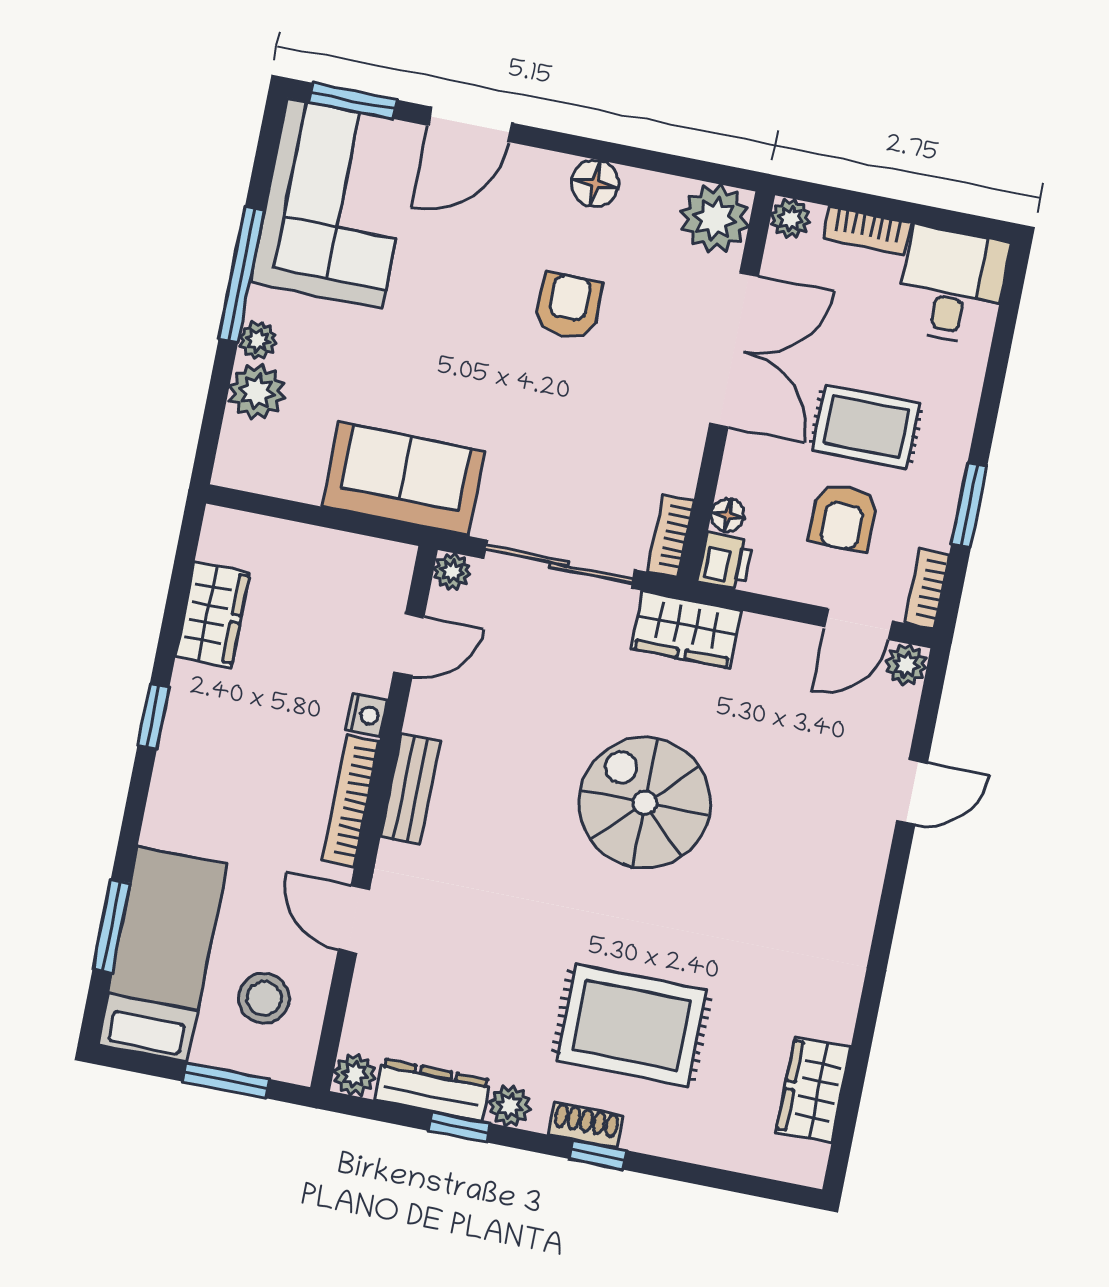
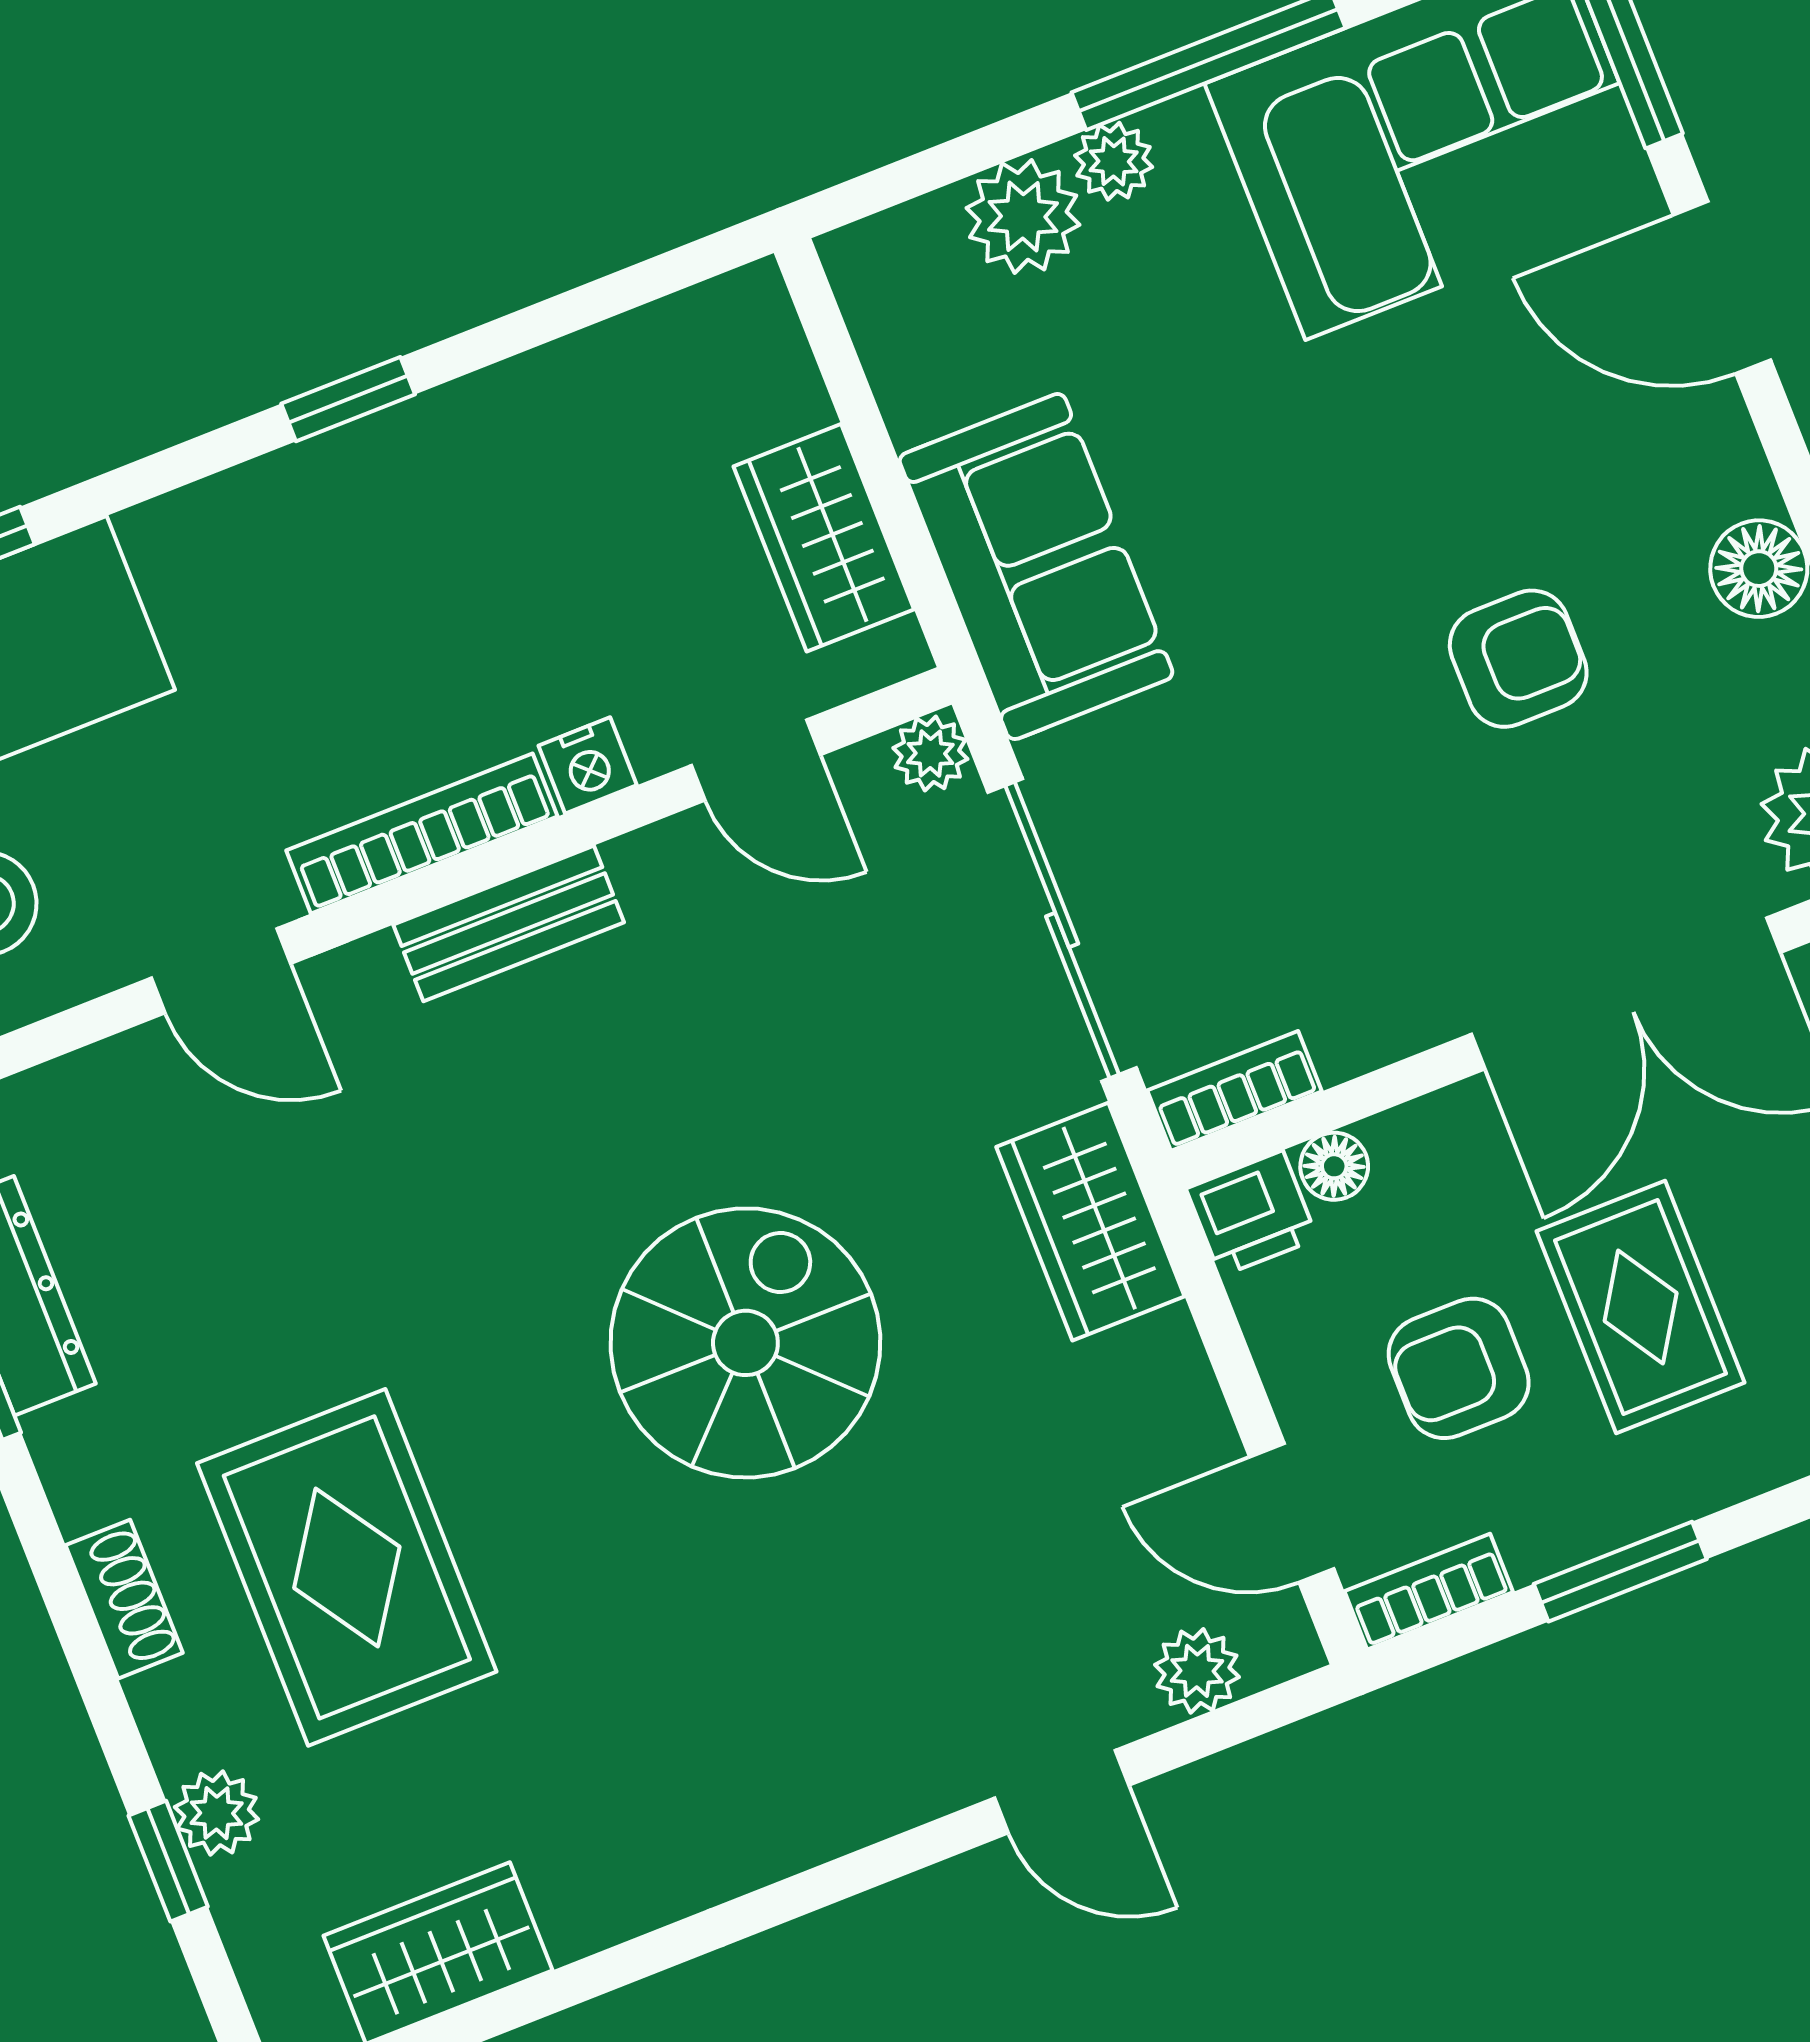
wardrobe: (212, 614) -> (824, 538), moved, turned 90
plant: (906, 665) -> (1197, 1671), moved
door: (354, 919) -> (221, 971), swing flipped
plant: (510, 1106) -> (217, 1813), moved
window: (598, 1155) -> (168, 1861), moved

